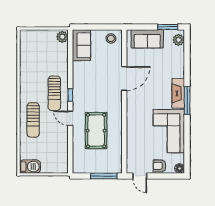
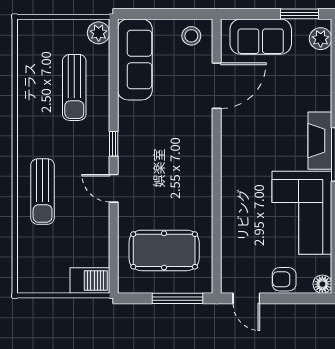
sofa: (81, 45) -> (135, 59), width x1.36
door: (124, 79) -> (217, 86), moved
sun lounger: (54, 93) -> (74, 87), moved
pool table: (96, 131) -> (164, 250), moved, turned 90
barbecue: (30, 167) -> (90, 280), moved

